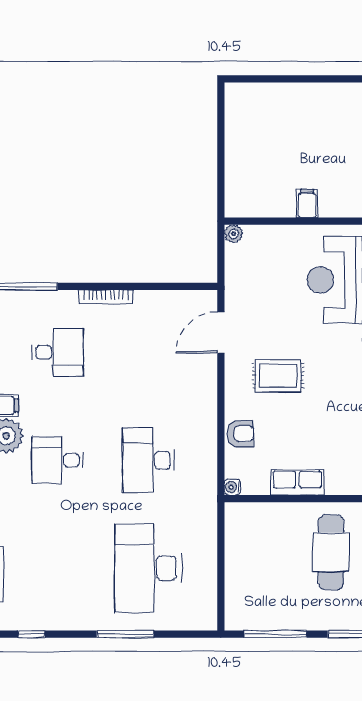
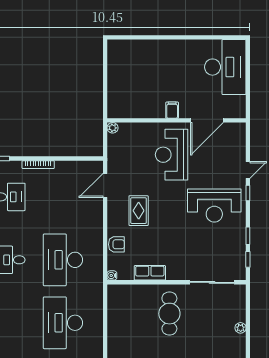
filing cabinet: (307, 203) -> (172, 110), moved
rug: (278, 376) -> (139, 211), turned 90
desk: (148, 460) -> (63, 260), width x1.36, depth x1.30

